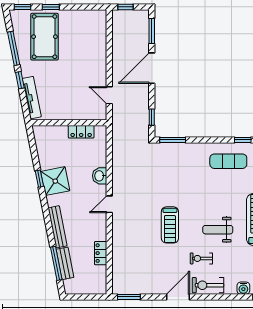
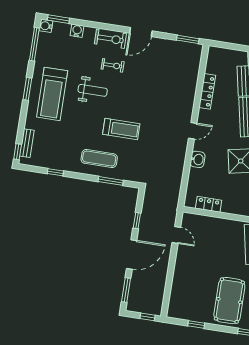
window: (51, 7) -> (196, 324), moved
window: (152, 117) -> (137, 221), moved
window: (173, 140) -> (111, 181), moved
exercise mat: (228, 161) -> (99, 159), moved
treadmill: (170, 225) -> (121, 129), moved, turned 90
locker: (101, 253) -> (207, 91), width x1.53

